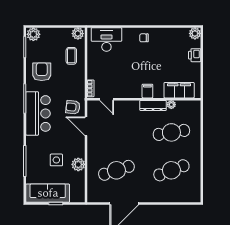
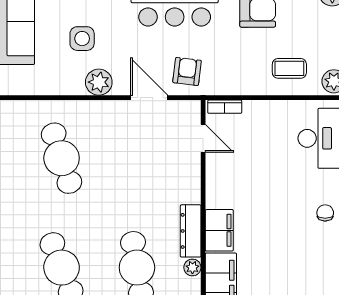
filing cabinet: (147, 91) -> (219, 230), width x2.00
door: (107, 99) -> (203, 138), swing flipped
door: (86, 126) -> (149, 98), hinge flipped
plant: (78, 164) -> (99, 82), moved

